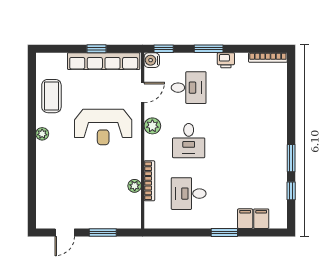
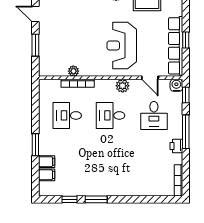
window: (209, 49) -> (186, 132), width x1.44
desk: (189, 194) -> (67, 115), turned -90

